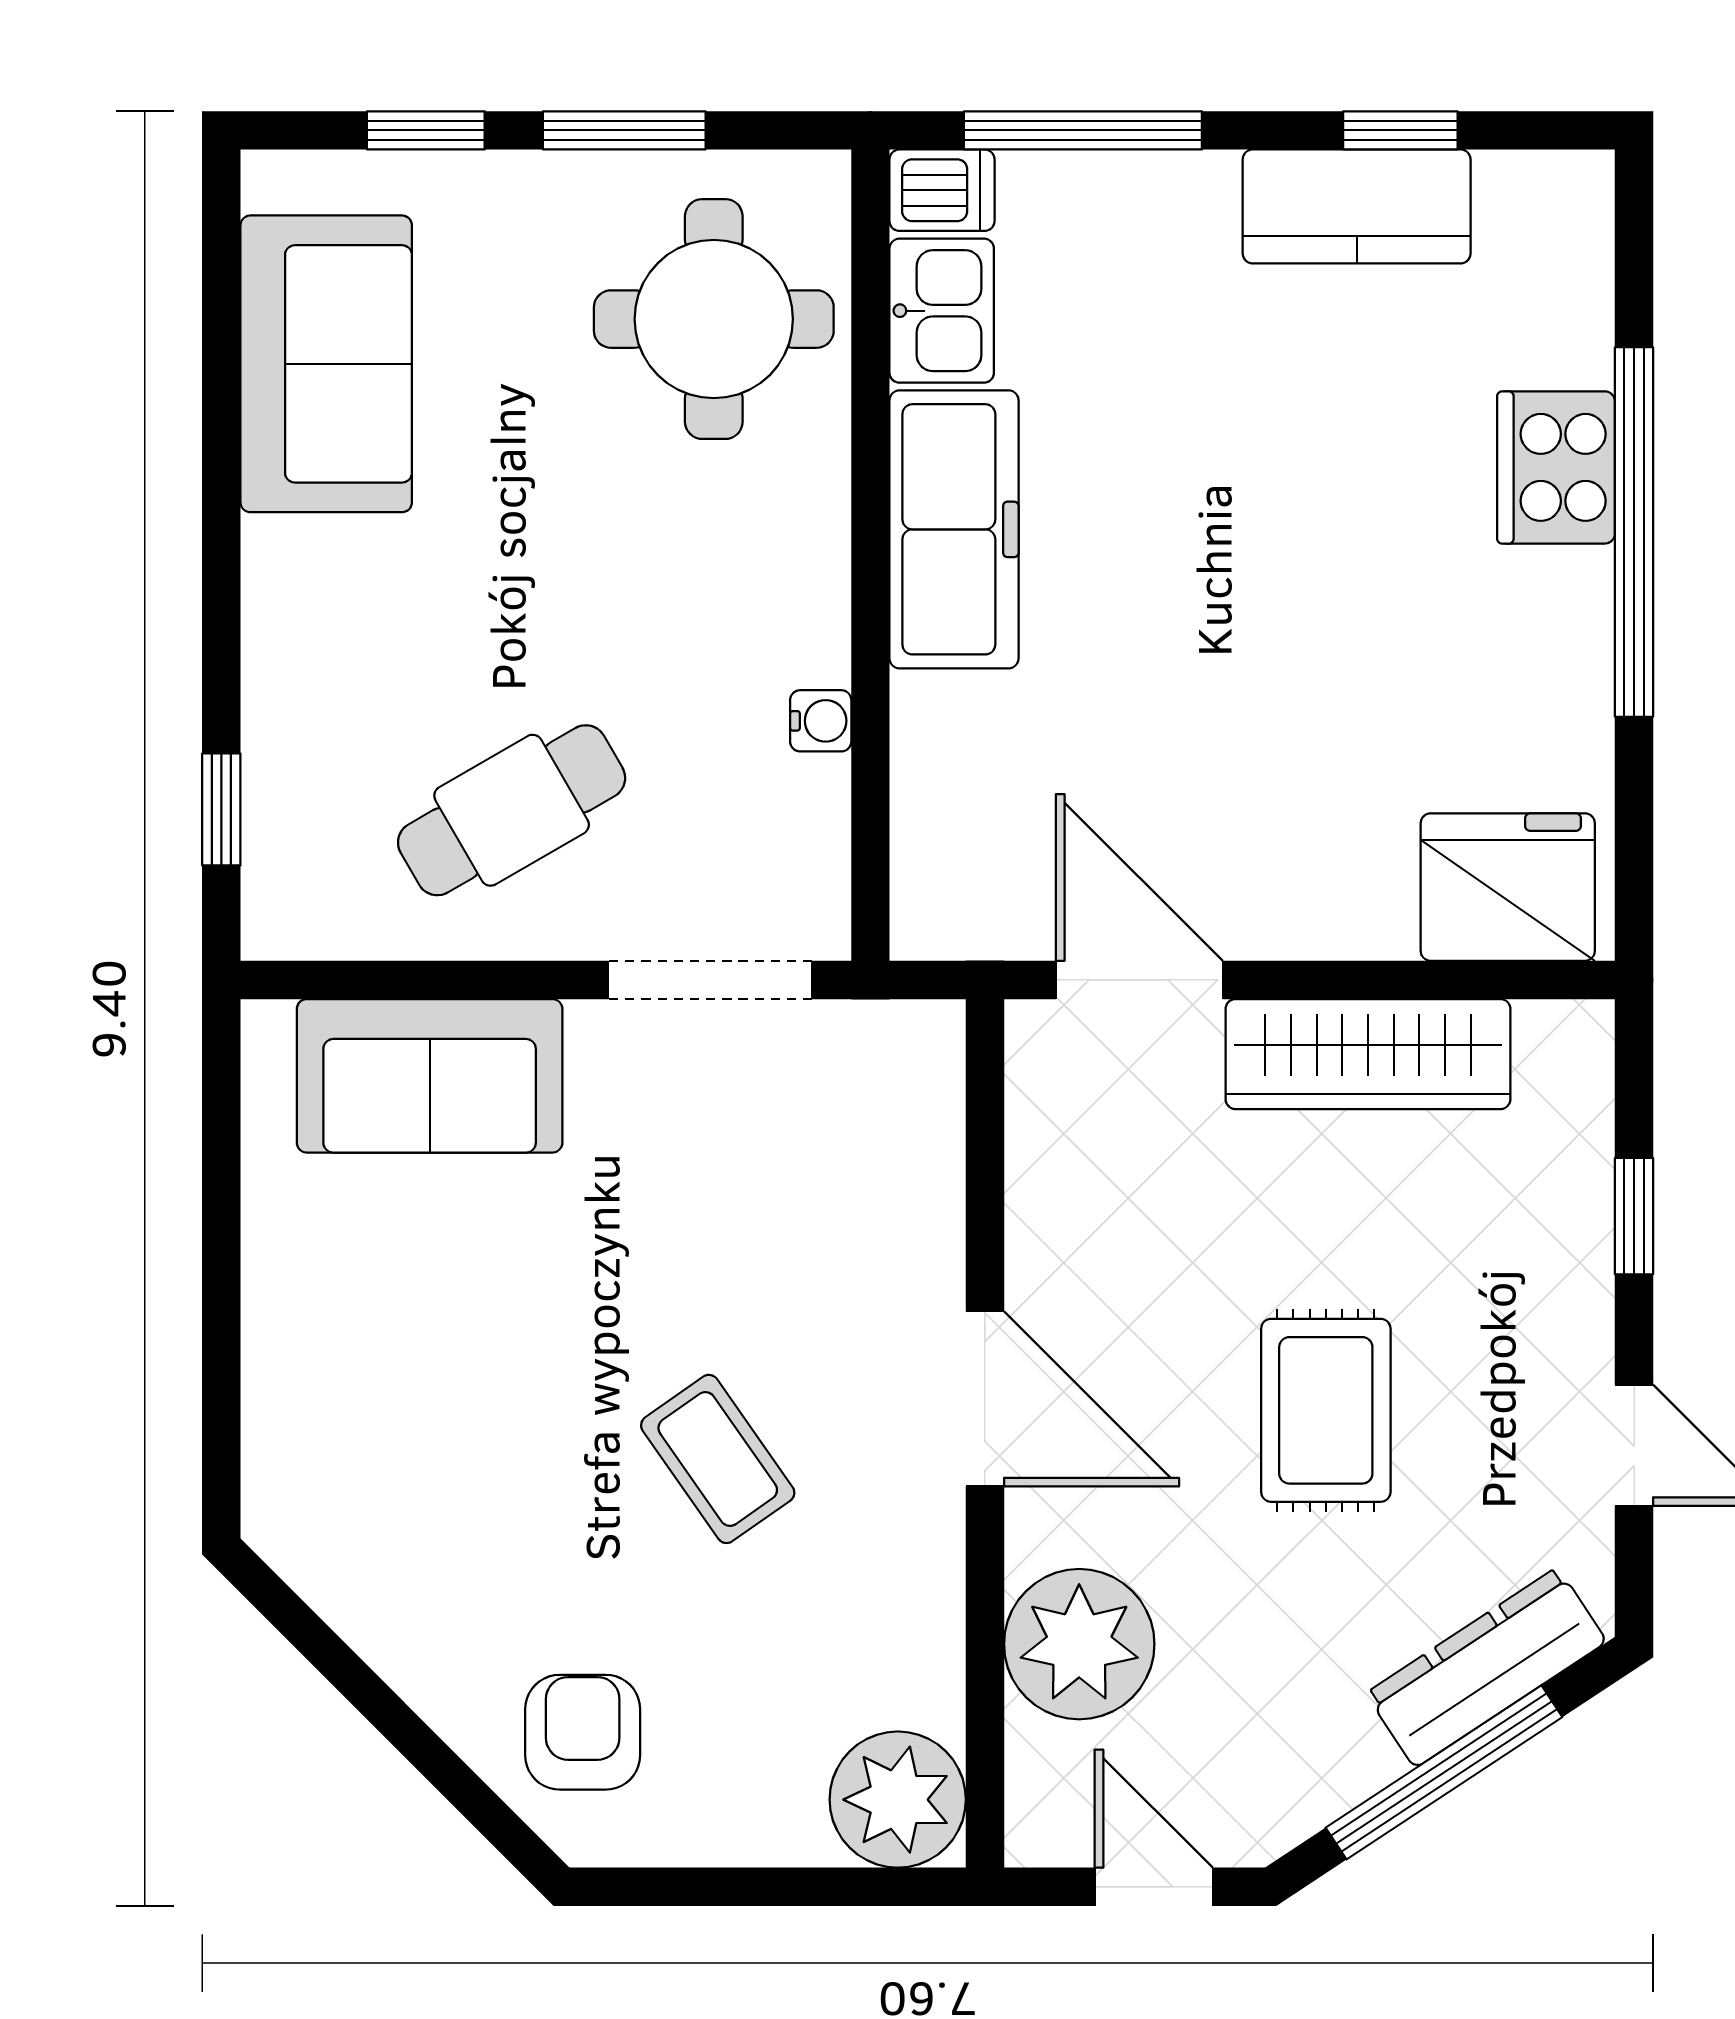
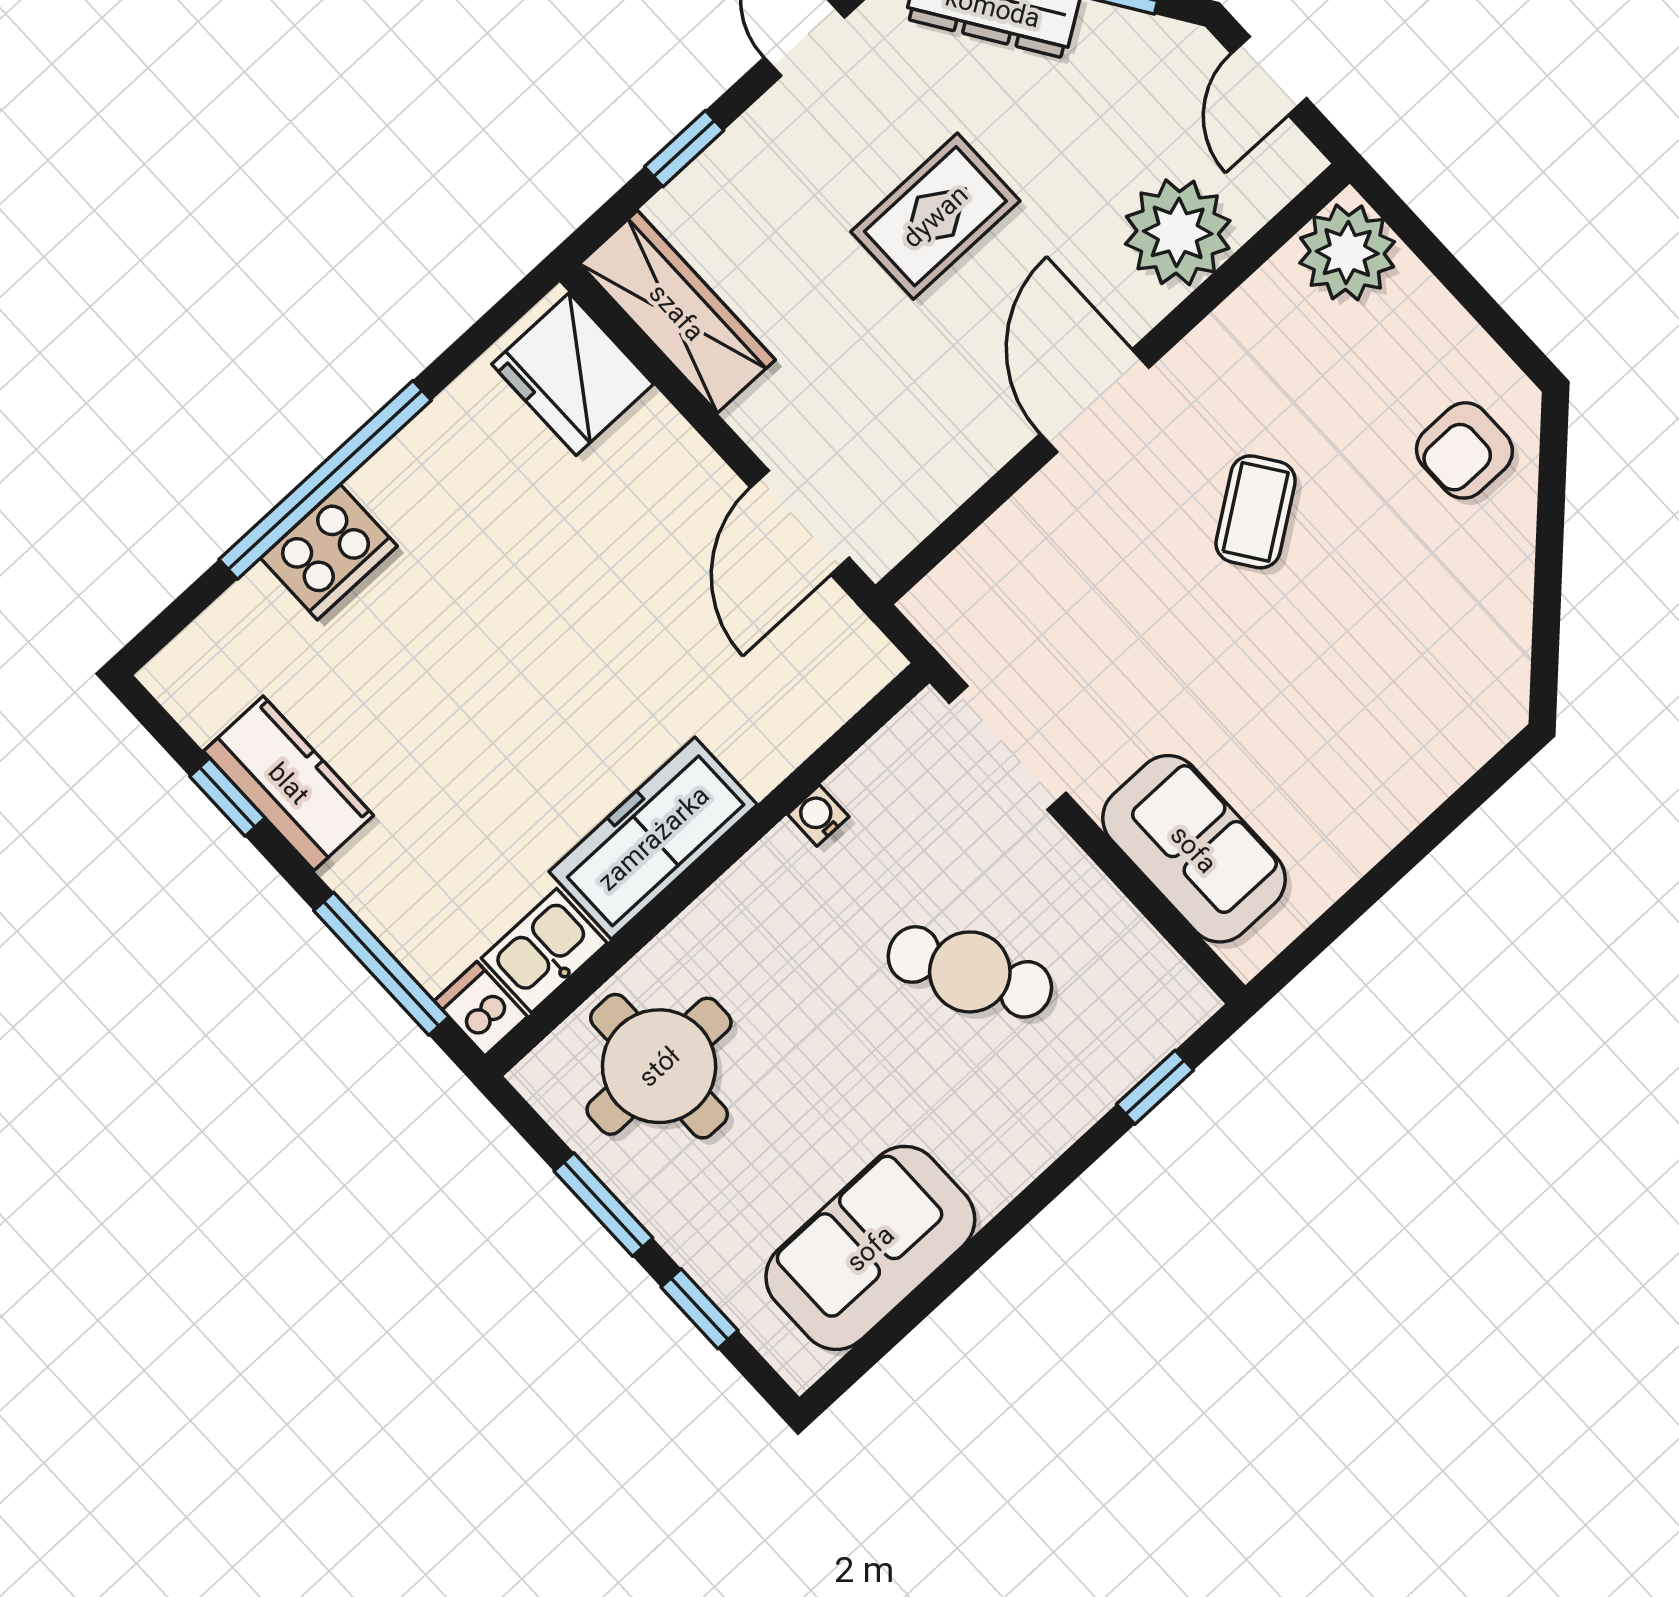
cafe table: (512, 810) -> (970, 972), moved
wardrobe: (1368, 1054) -> (677, 312), moved

